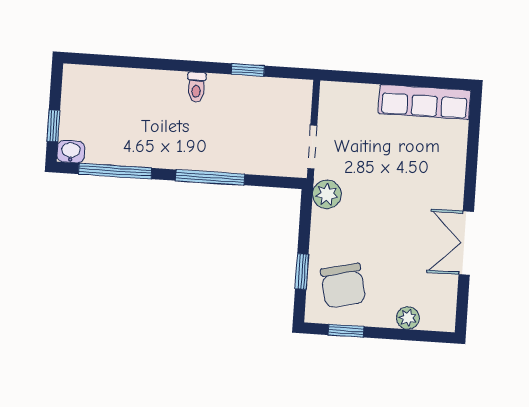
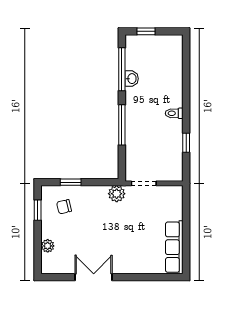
washbasin: (71, 152) -> (132, 79), moved
chair: (343, 285) -> (64, 207), width x0.54, depth x0.54

